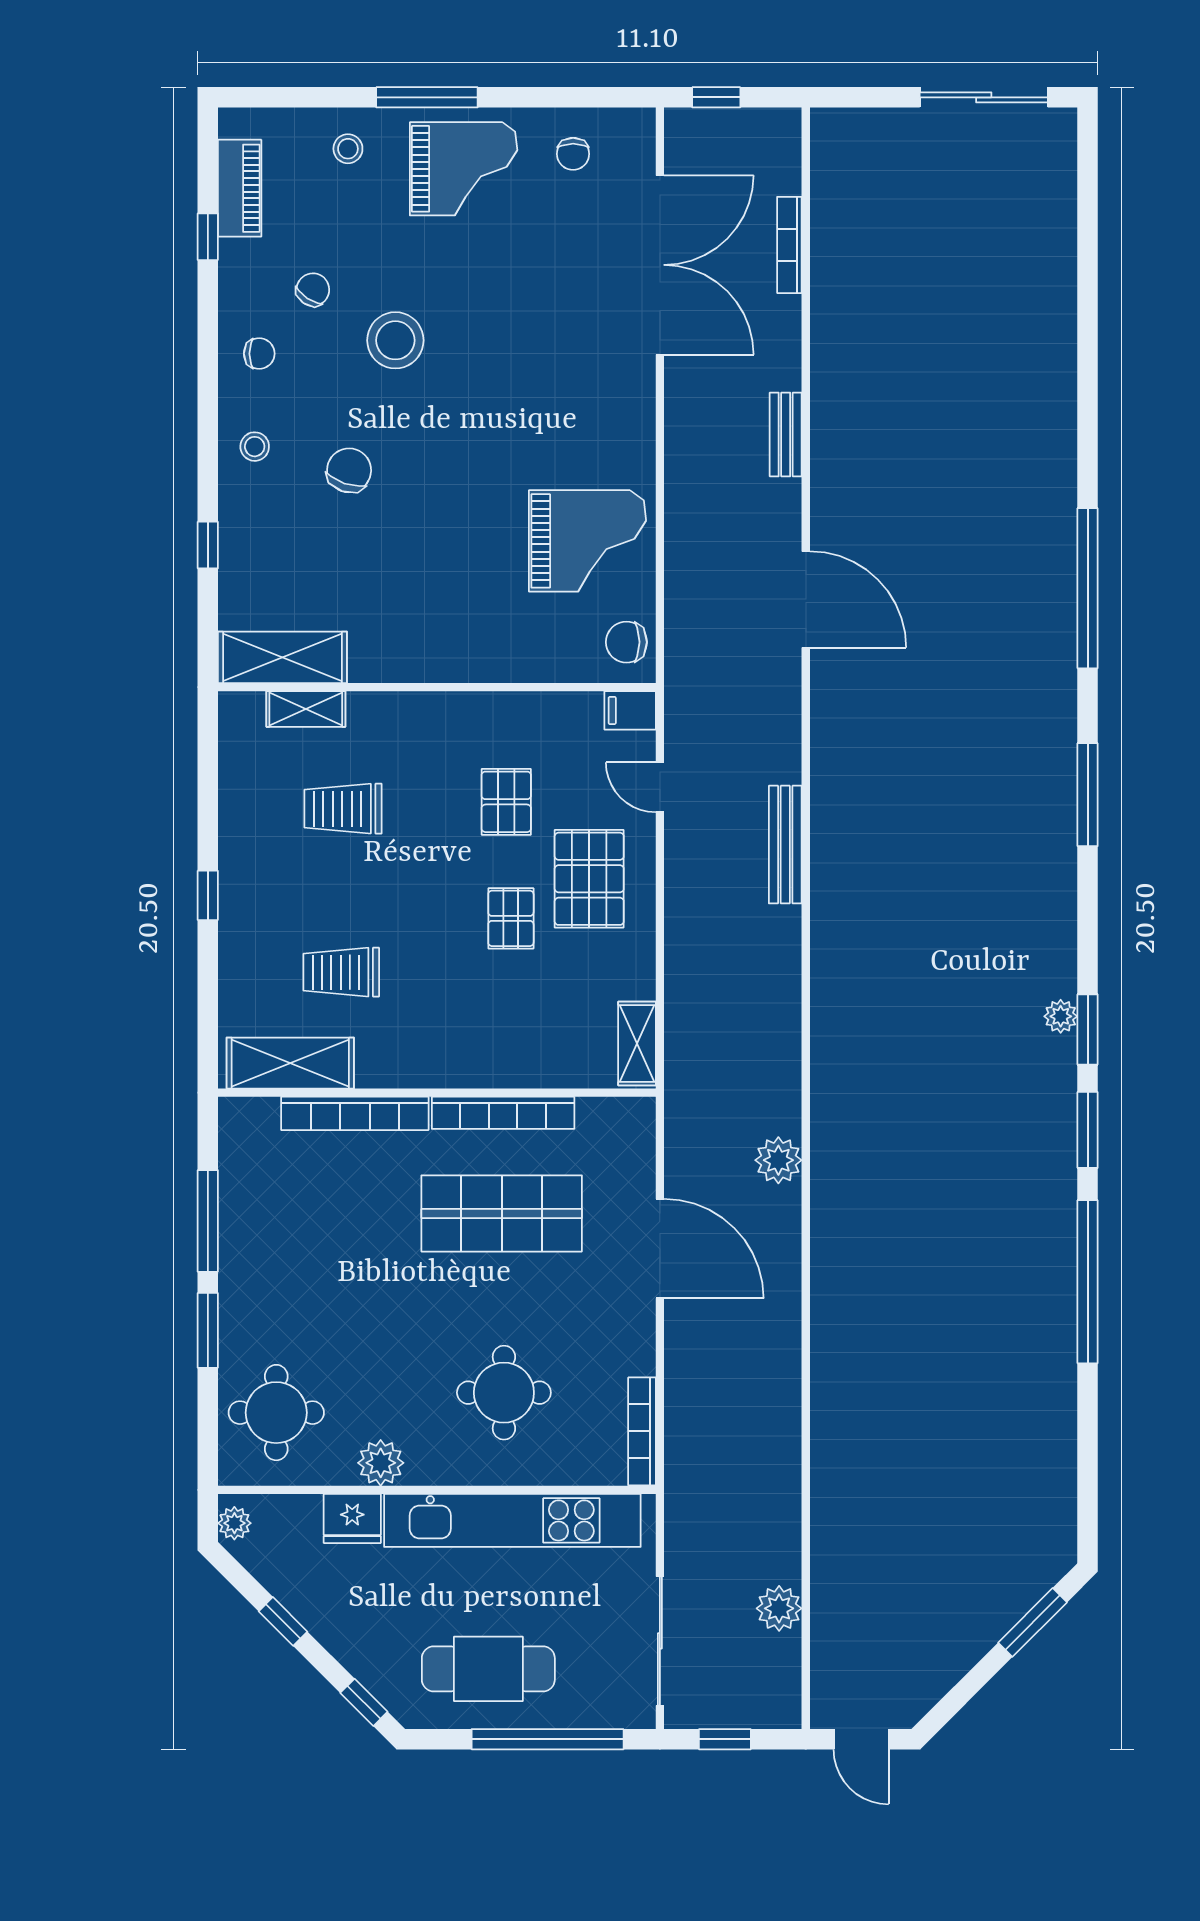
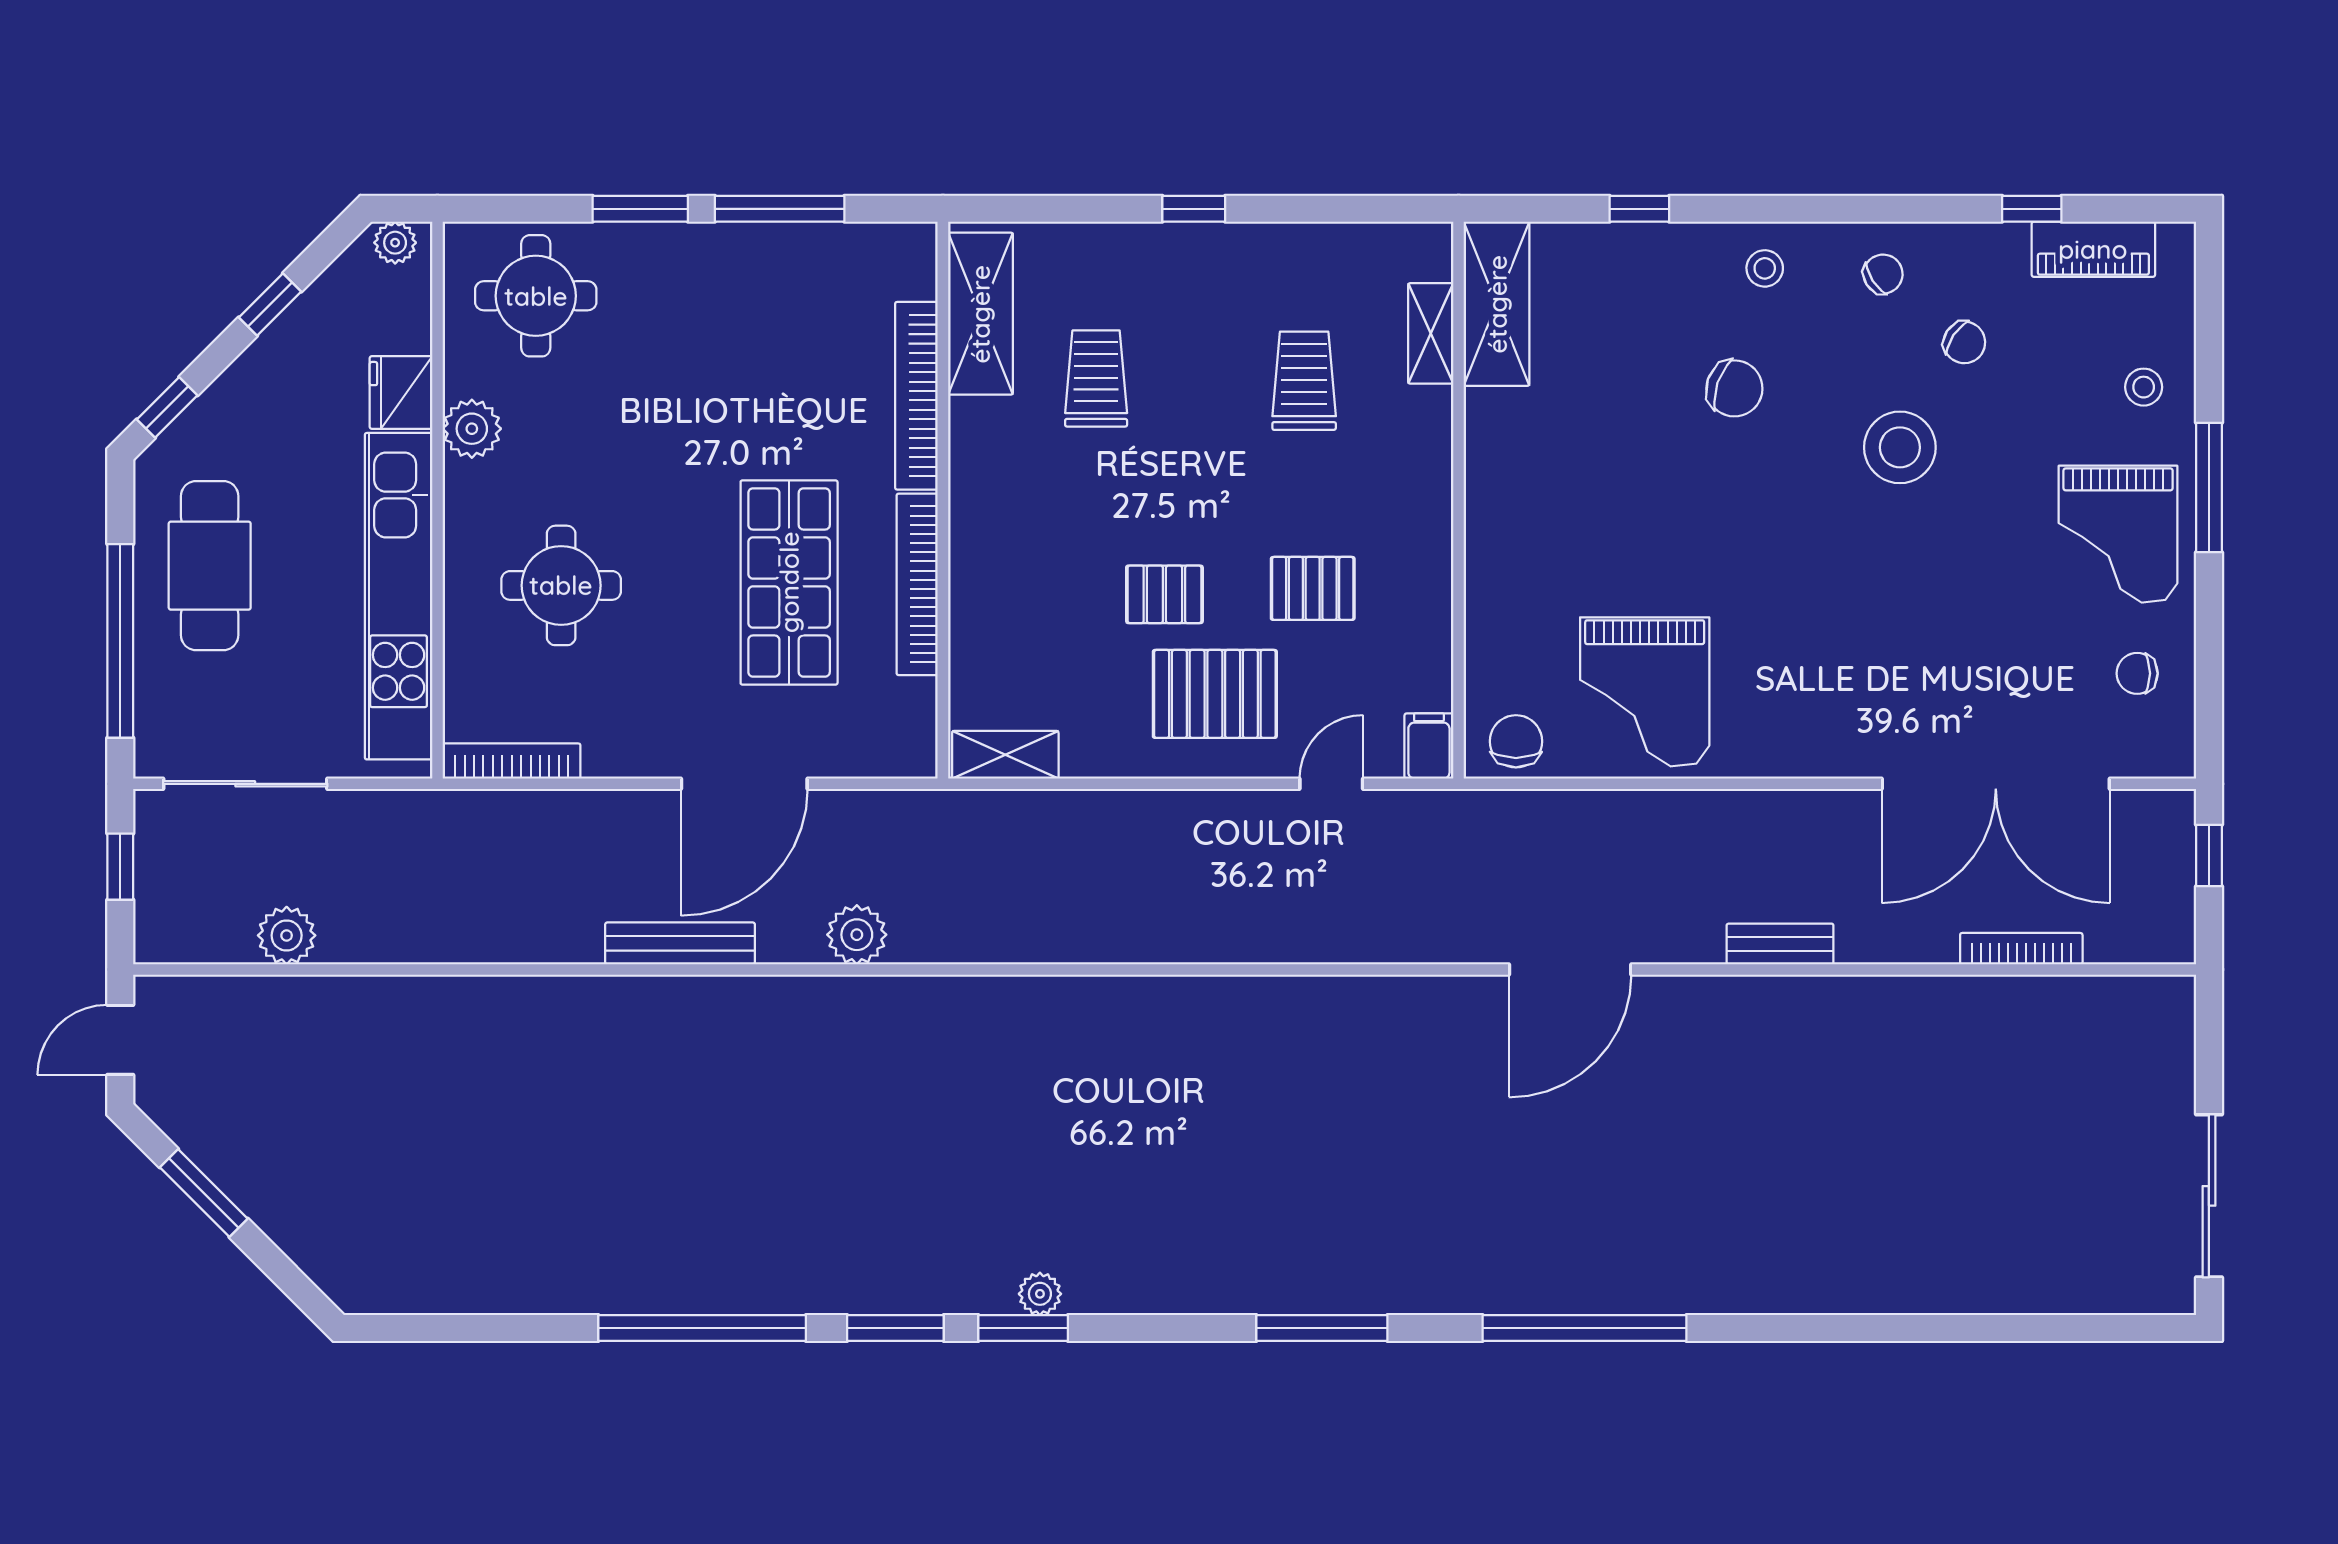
chair: (259, 354) -> (1883, 274), turned -123
bench: (785, 845) -> (680, 943), moved
window: (1033, 1622) -> (204, 1193), moved

